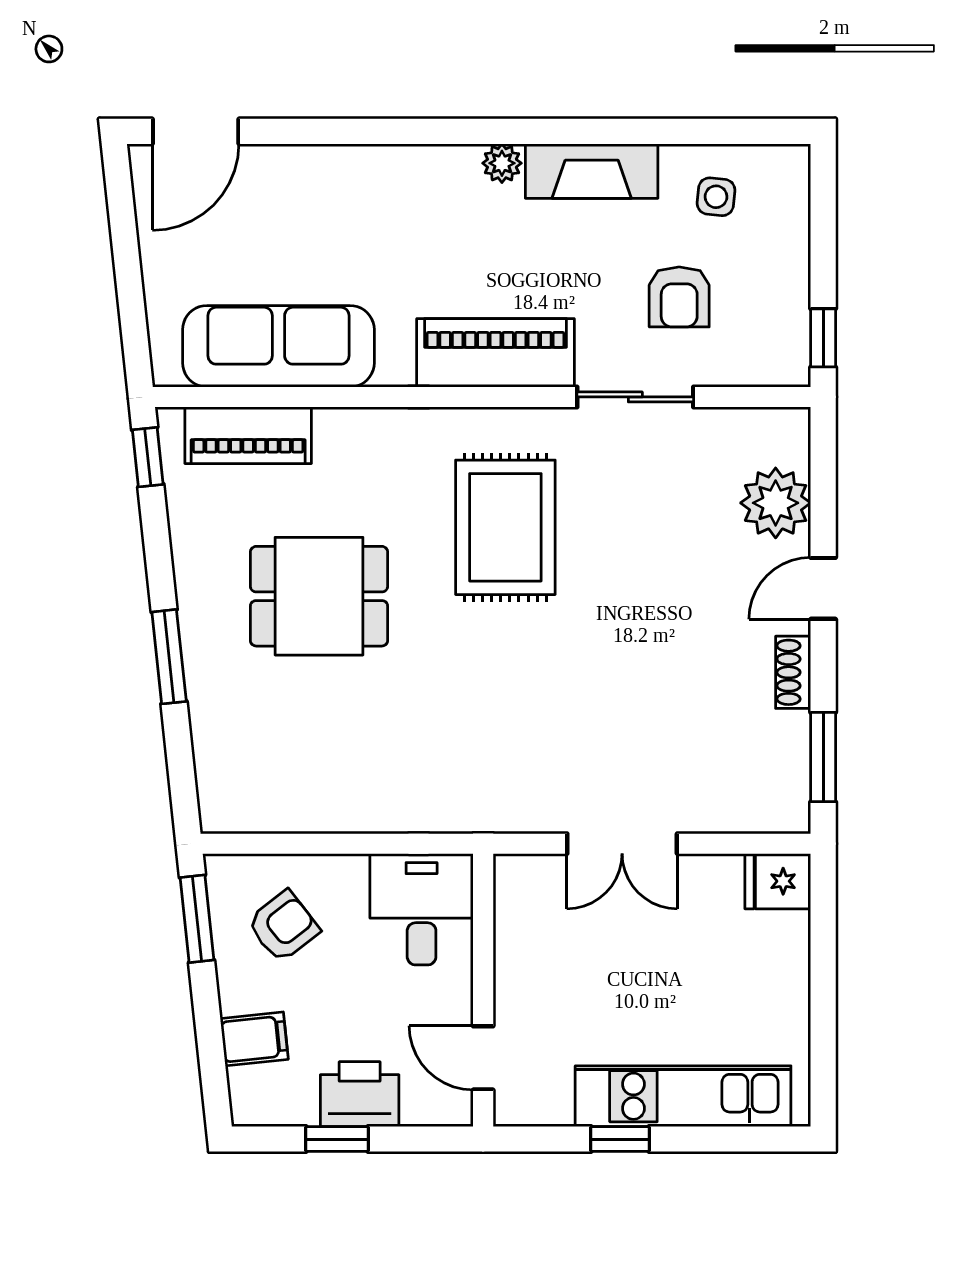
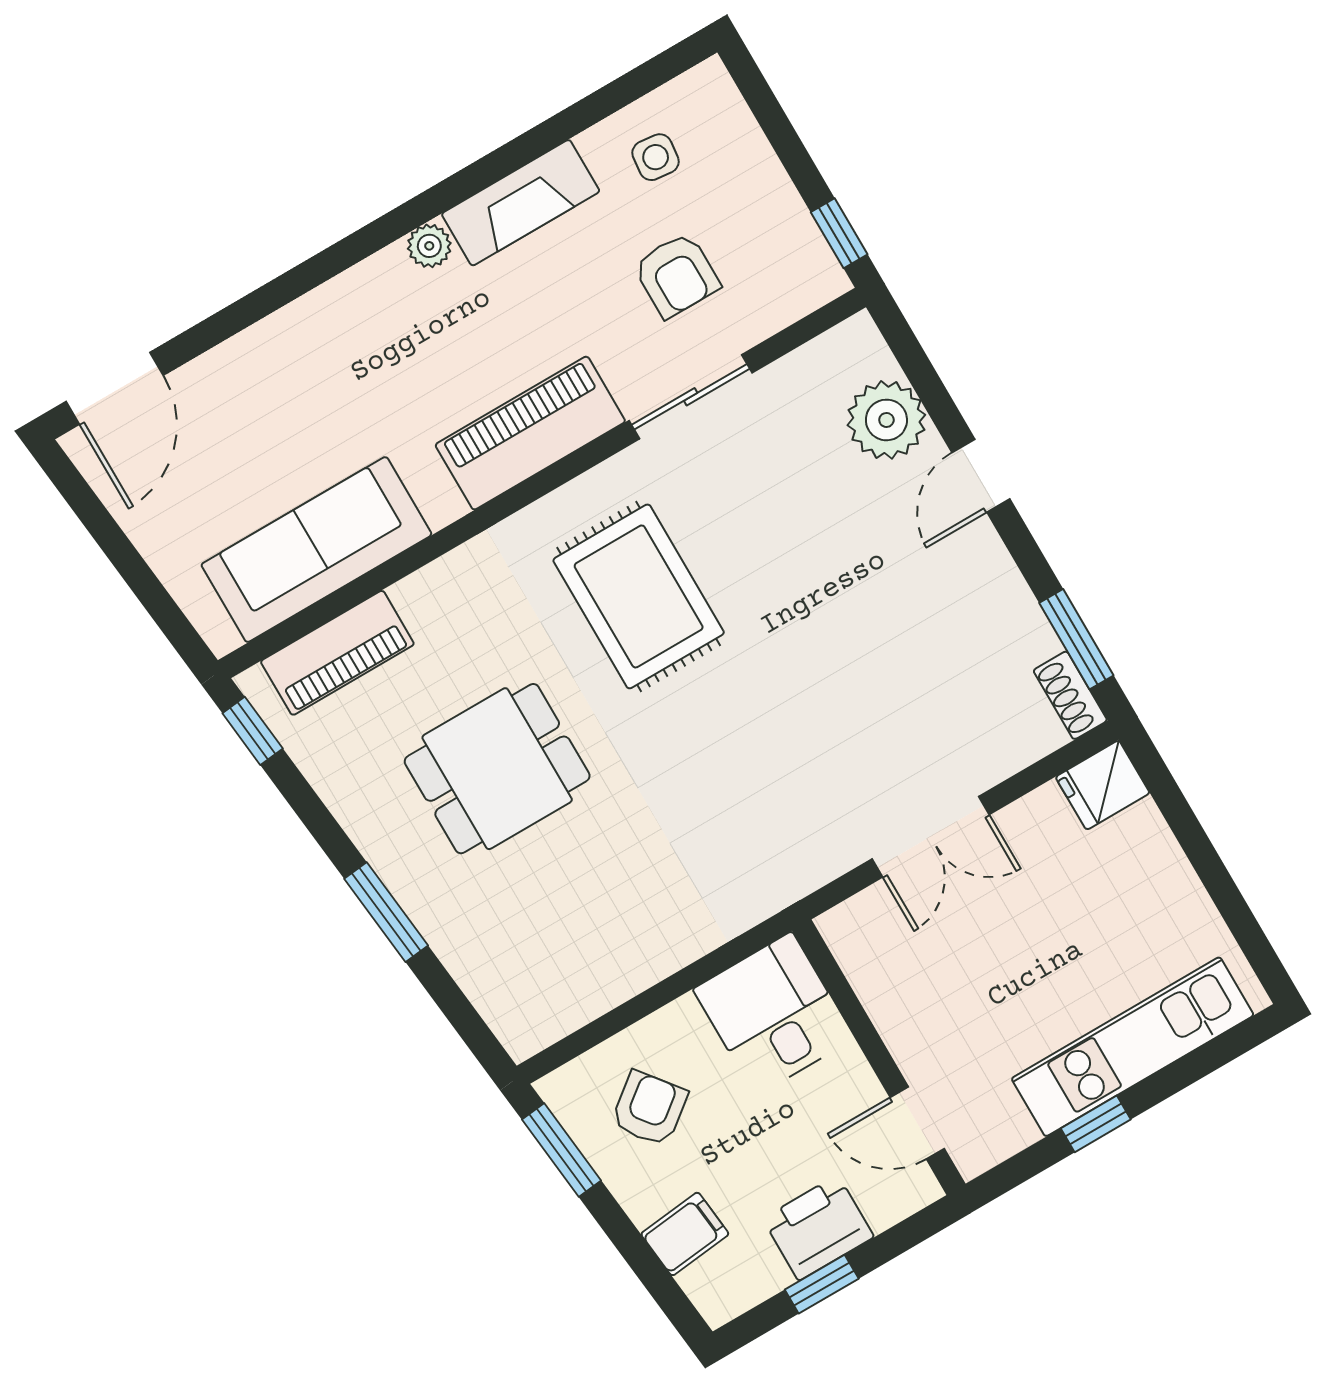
shoe rack: (793, 672) -> (1070, 695), moved

